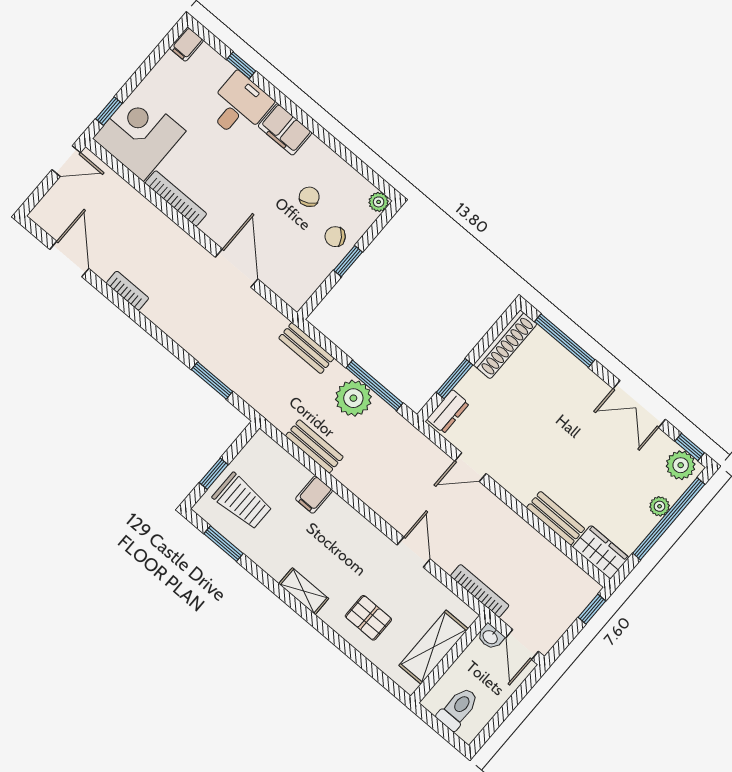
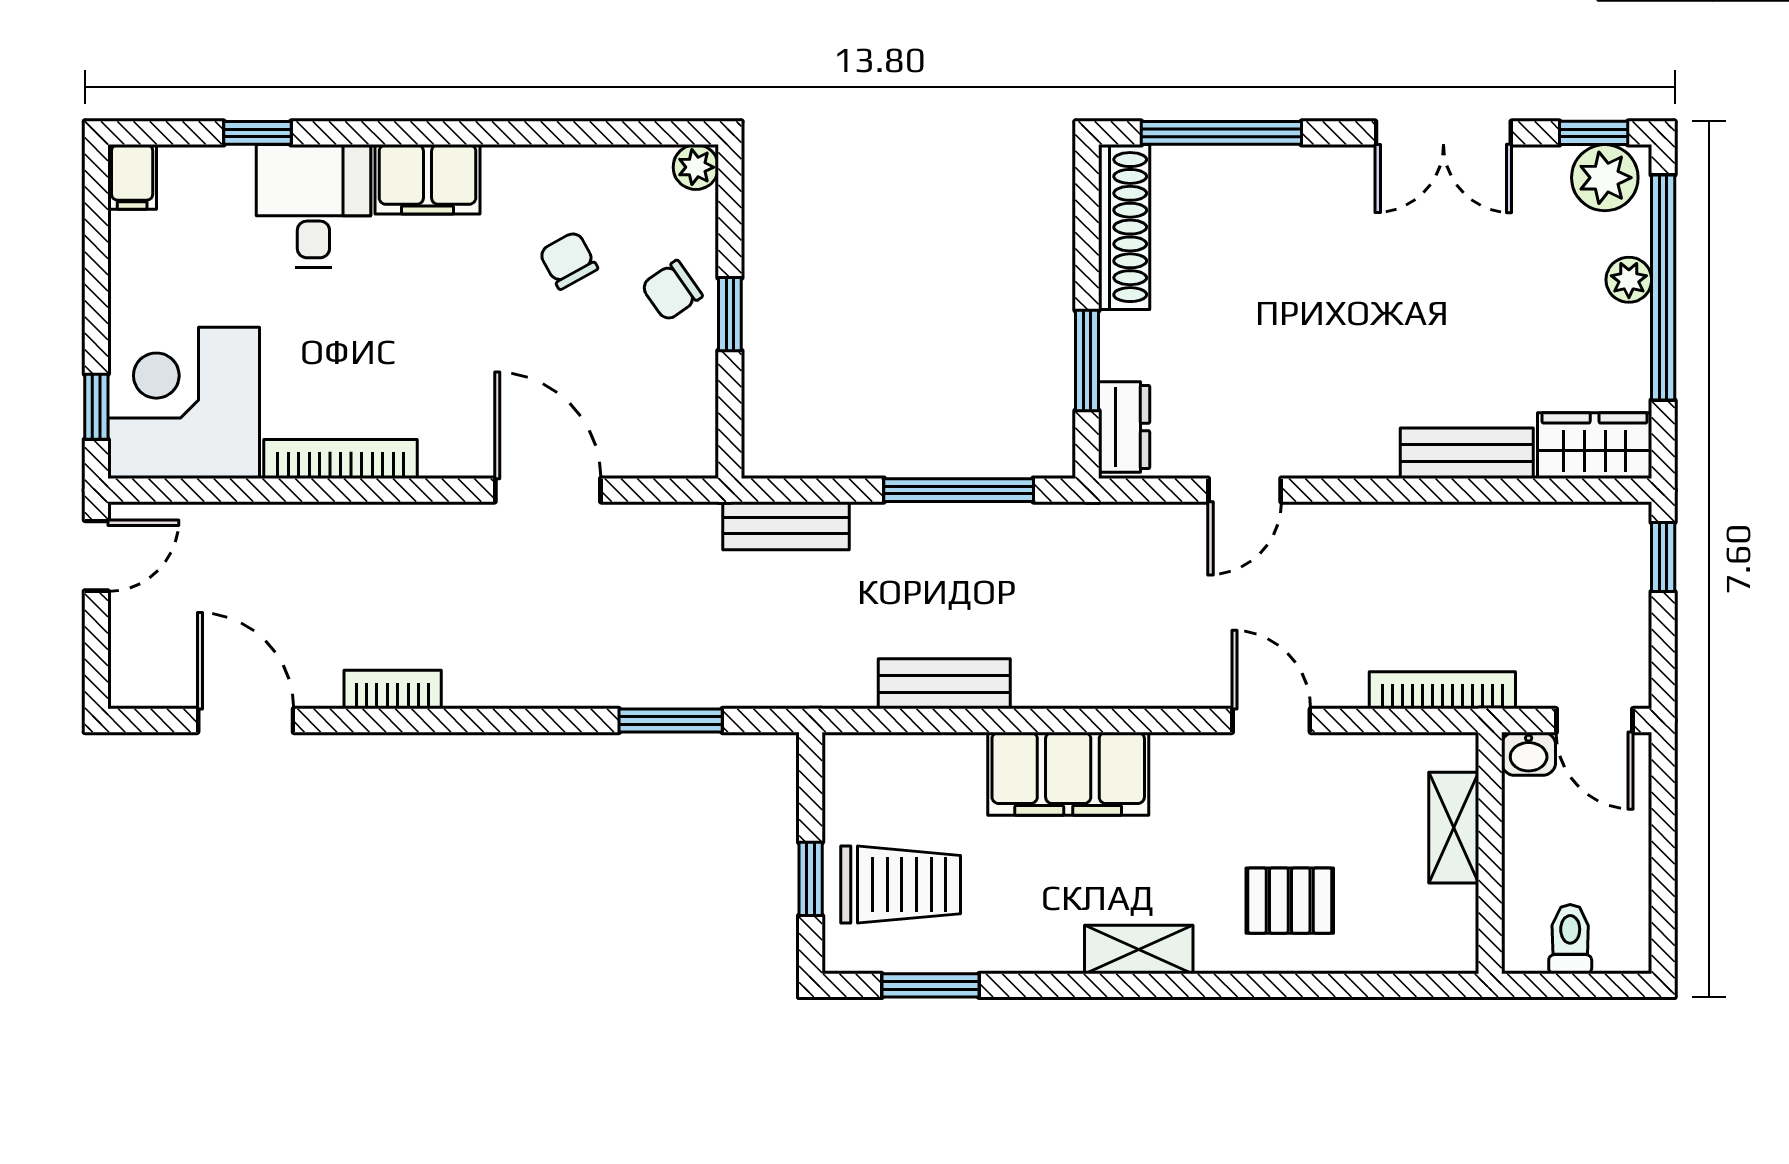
plant: (353, 398) -> (941, 543), removed
filing cabinet: (314, 495) -> (1068, 774), width x3.00, depth x1.17
shelving: (434, 647) -> (1454, 828), width x0.67, depth x0.75
toilet: (458, 709) -> (1570, 939), width x0.73, depth x0.72

